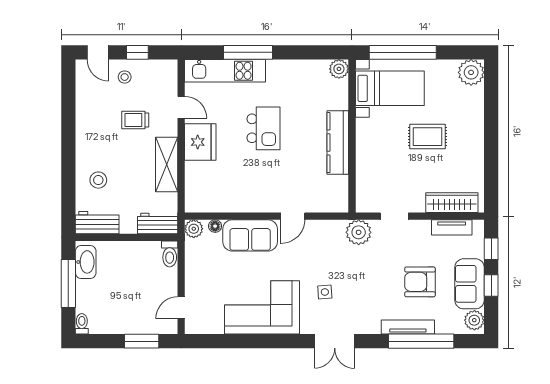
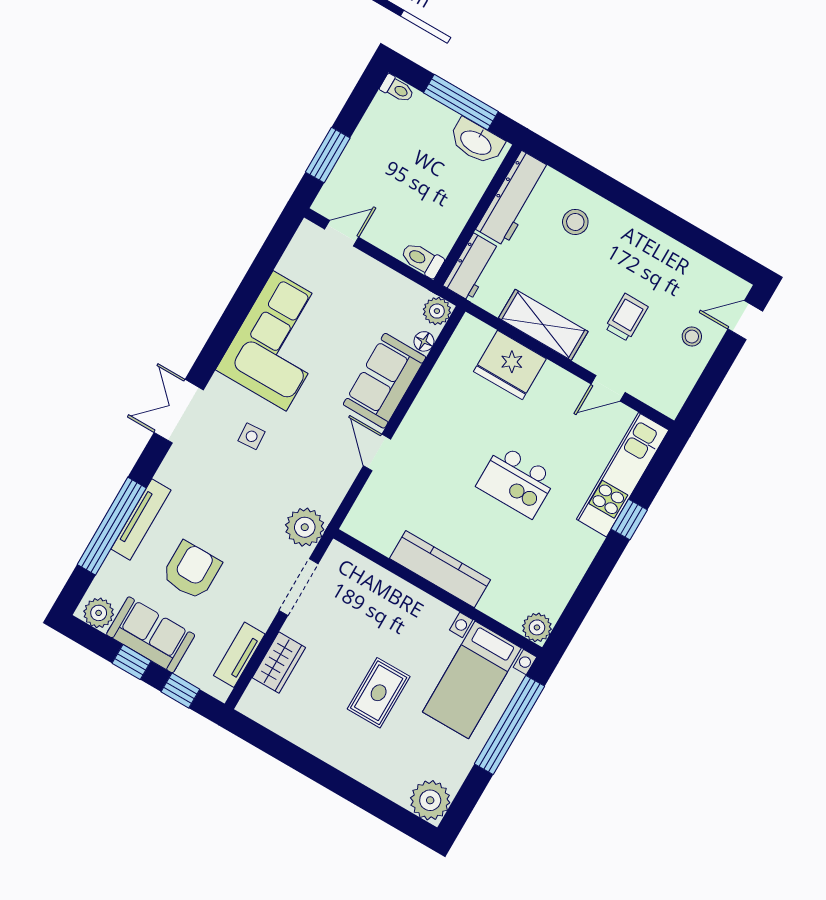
window: (137, 52) -> (715, 373), removed
window: (248, 52) -> (629, 519), width x0.46
fridge: (200, 142) -> (510, 365), moved
wardrobe: (452, 203) -> (279, 663), width x0.67
doorway: (394, 216) -> (299, 587), width x1.38
workbench: (97, 223) -> (513, 198), width x1.38
door: (181, 308) -> (342, 233), hinge flipped

